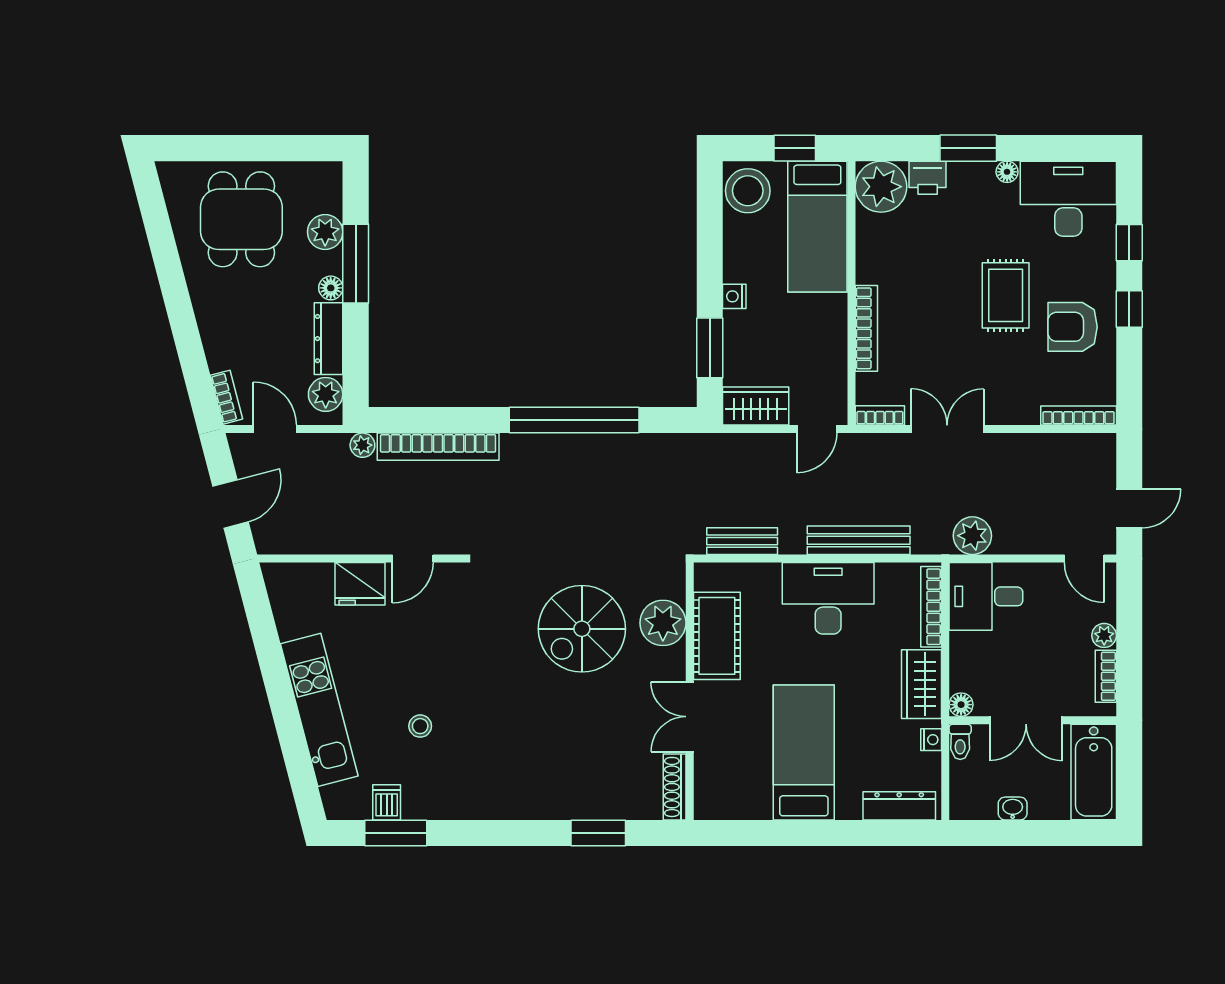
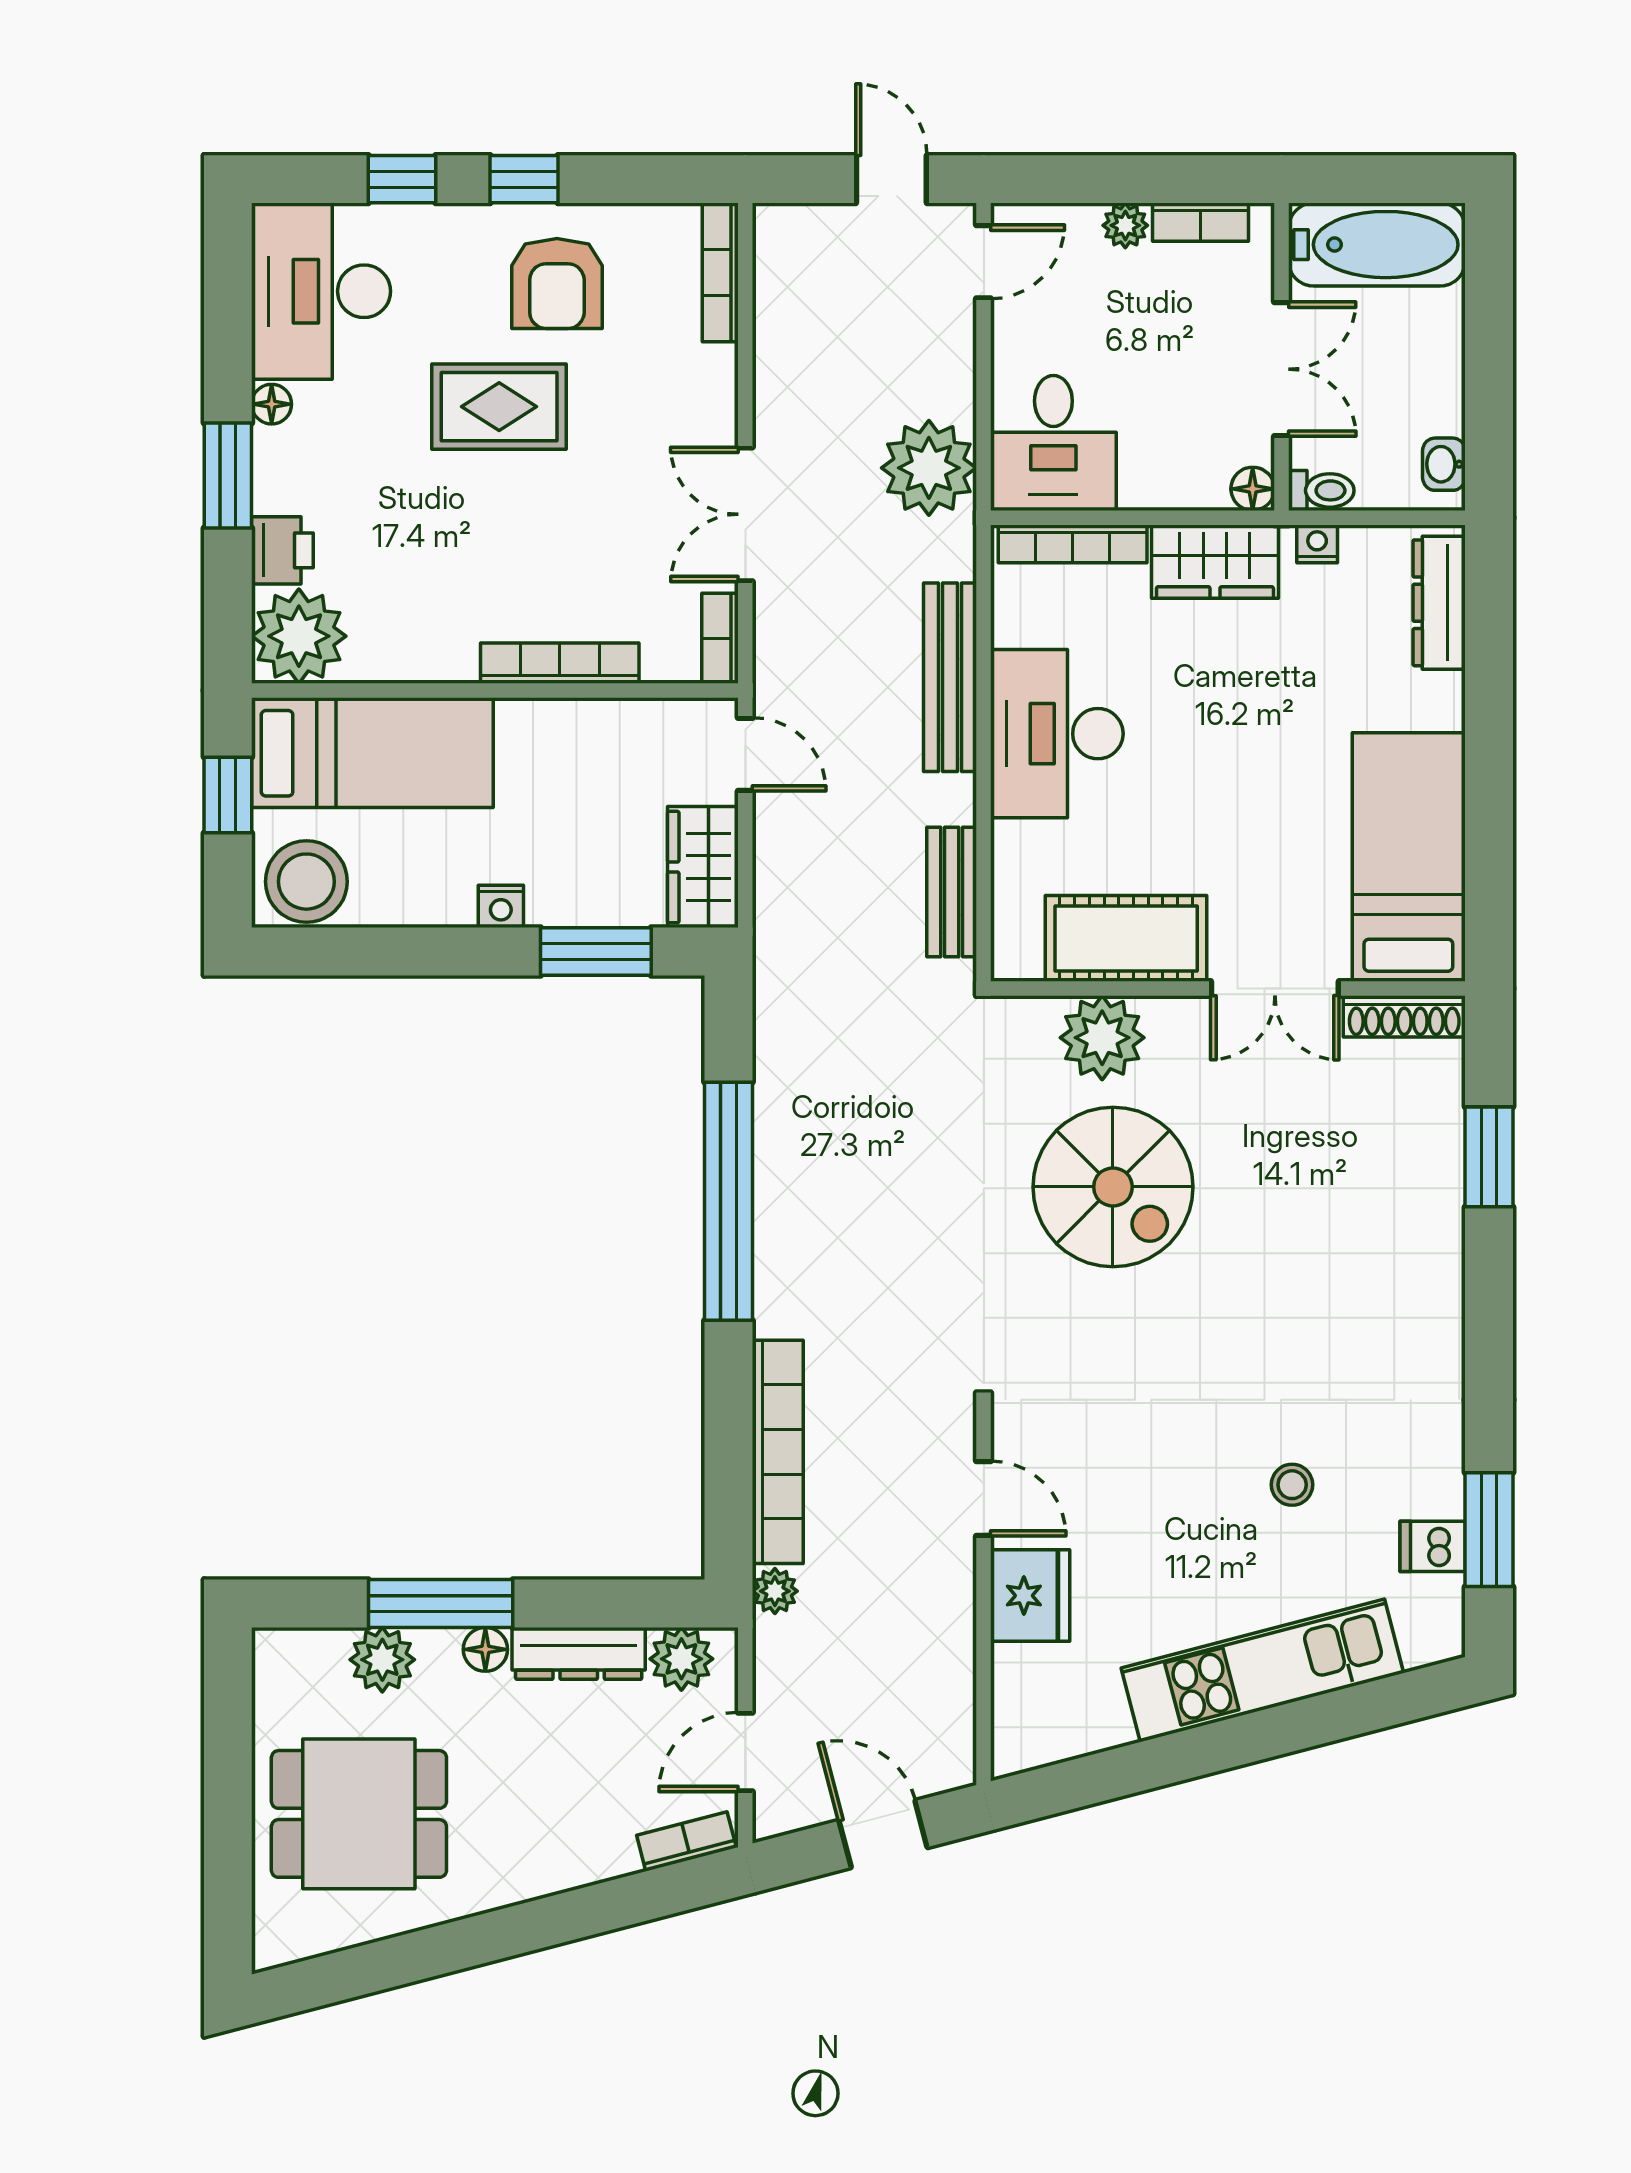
plant: (972, 536) -> (929, 468), width x1.36, depth x1.36
bed: (804, 752) -> (1408, 857), moved, turned 90
washbasin: (1013, 808) -> (1444, 464), moved

